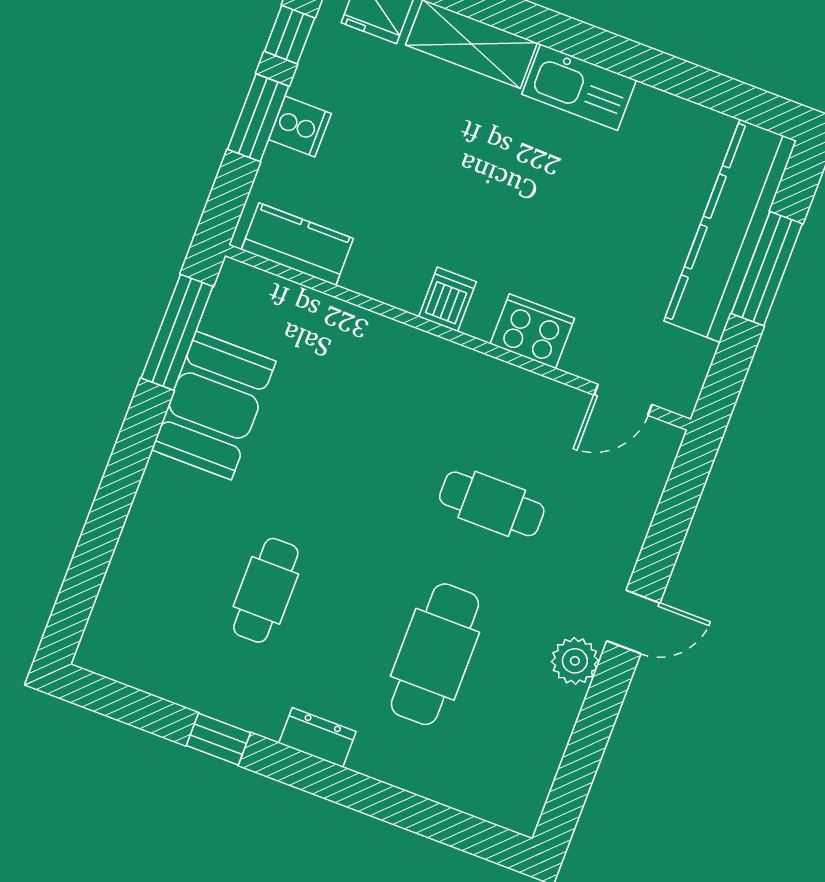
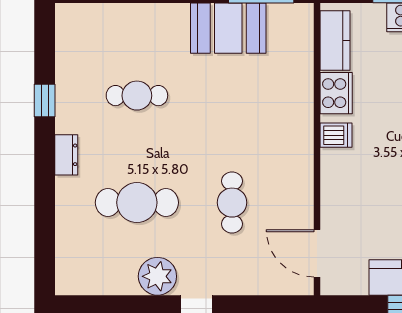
cooker: (532, 331) -> (336, 93), moved
door: (623, 400) -> (317, 253), width x1.38
plant: (575, 661) -> (157, 276), width x1.36, depth x1.36

